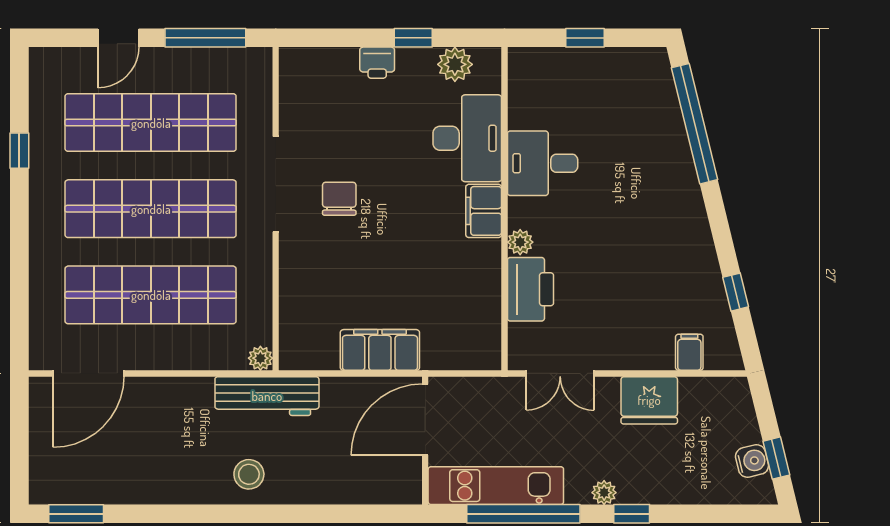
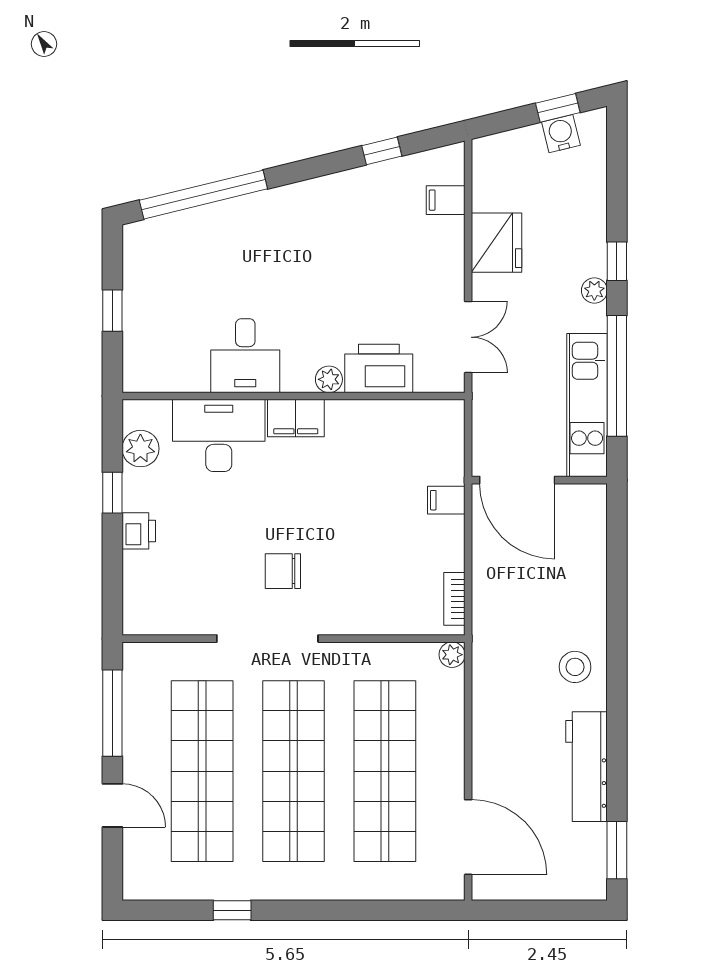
filing cabinet: (380, 350) -> (446, 500), width x0.33, depth x0.86
bookcase: (313, 360) -> (454, 599), added
workbench: (267, 396) -> (587, 767), moved, turned 180

